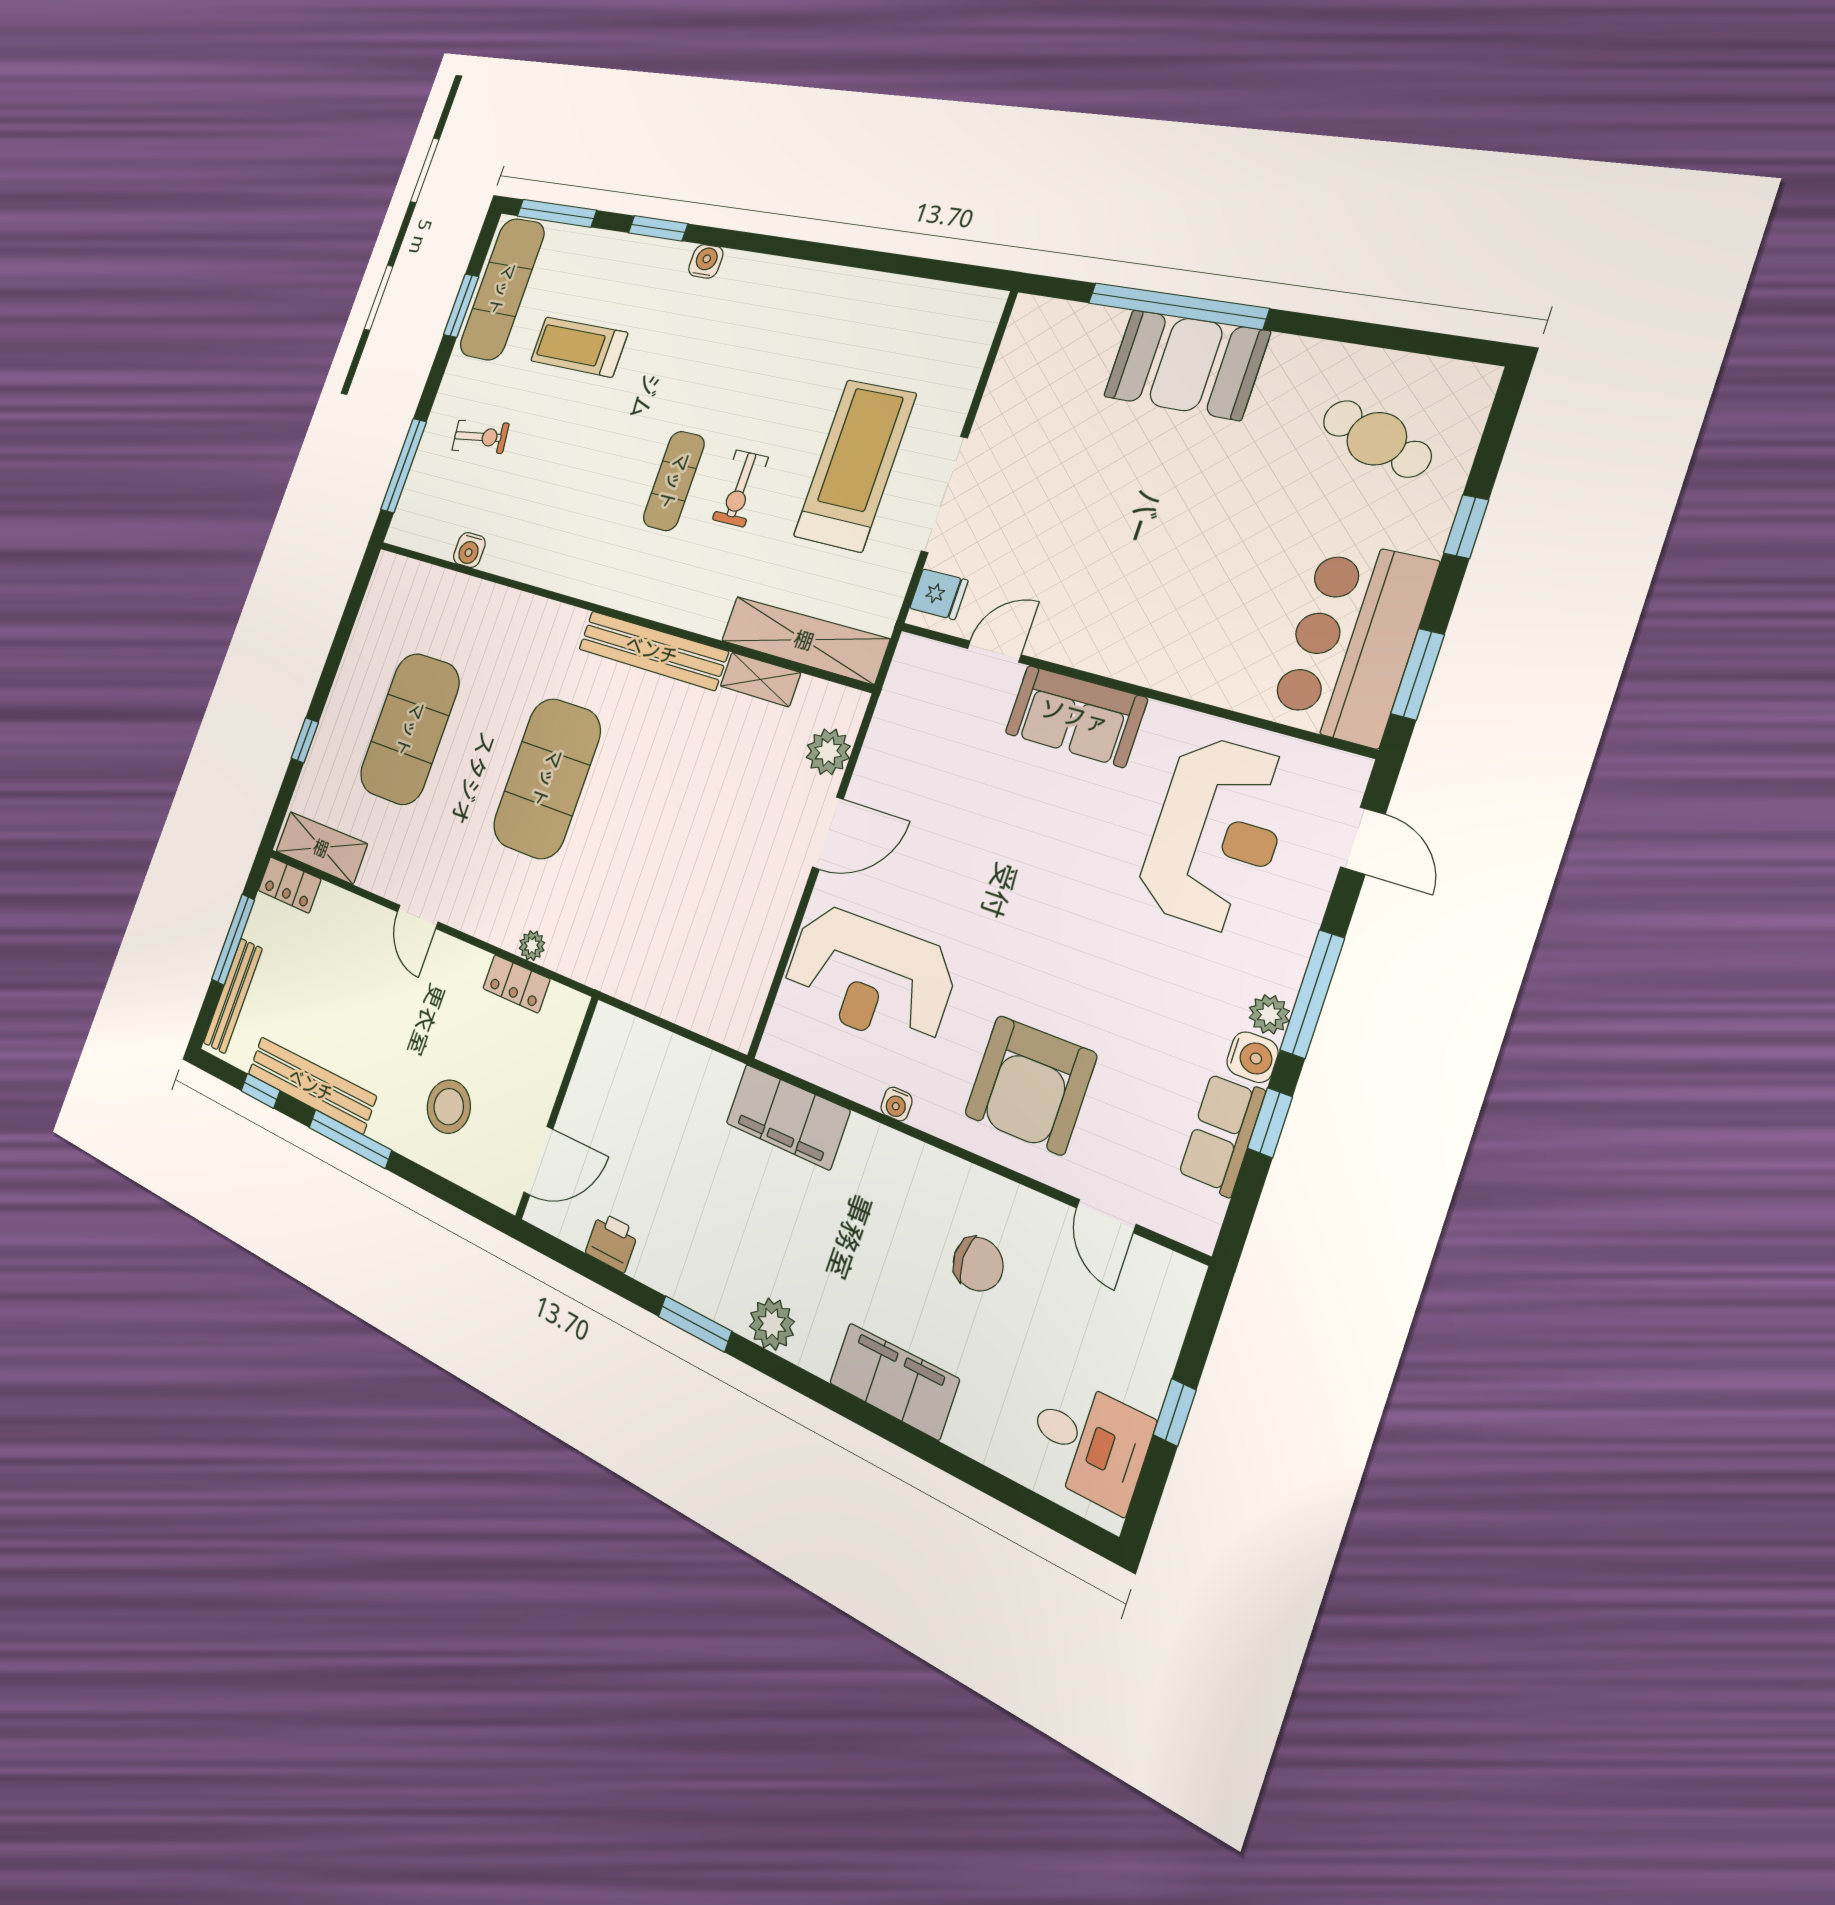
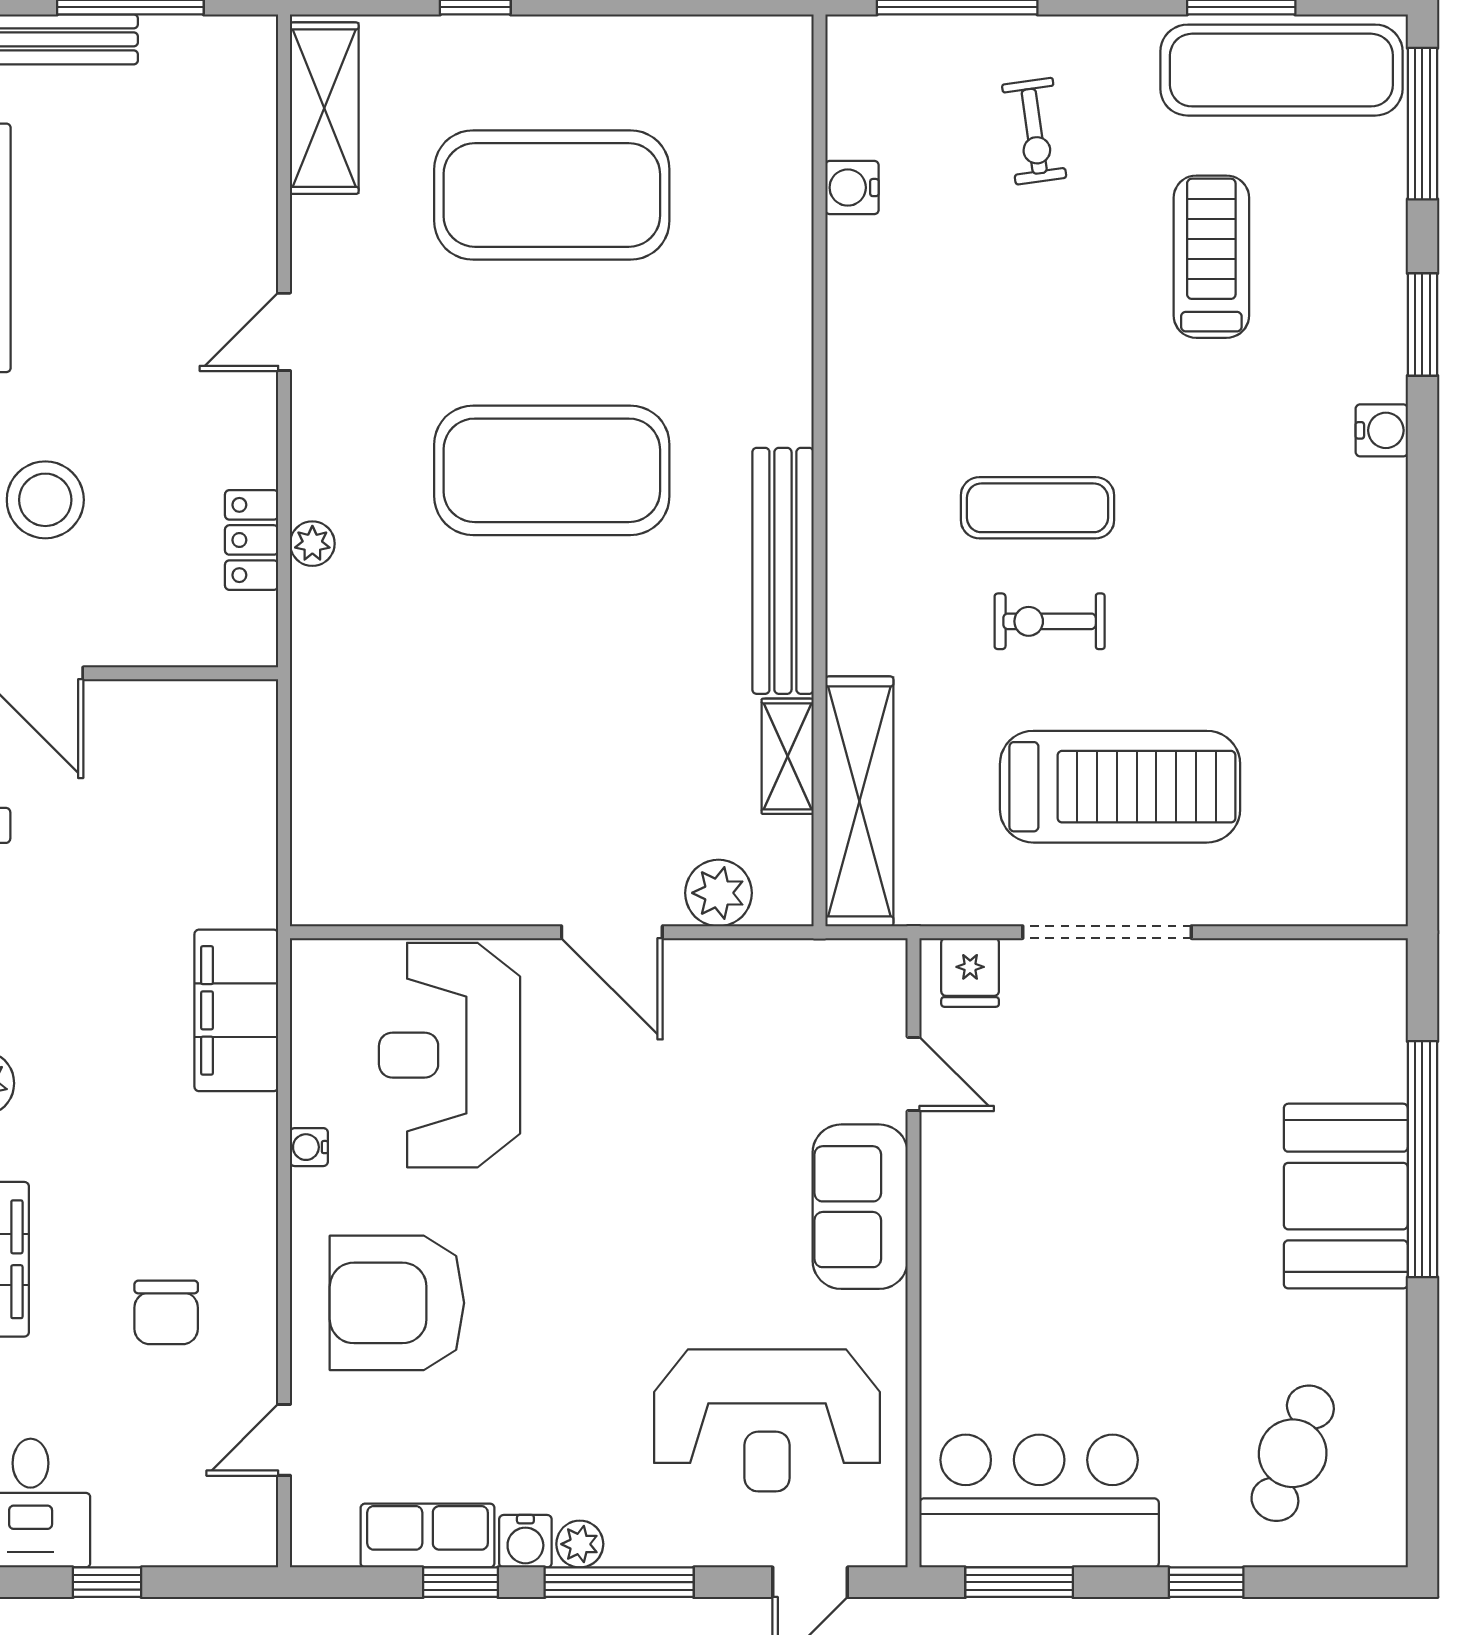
locker: (289, 885) -> (249, 72), removed

